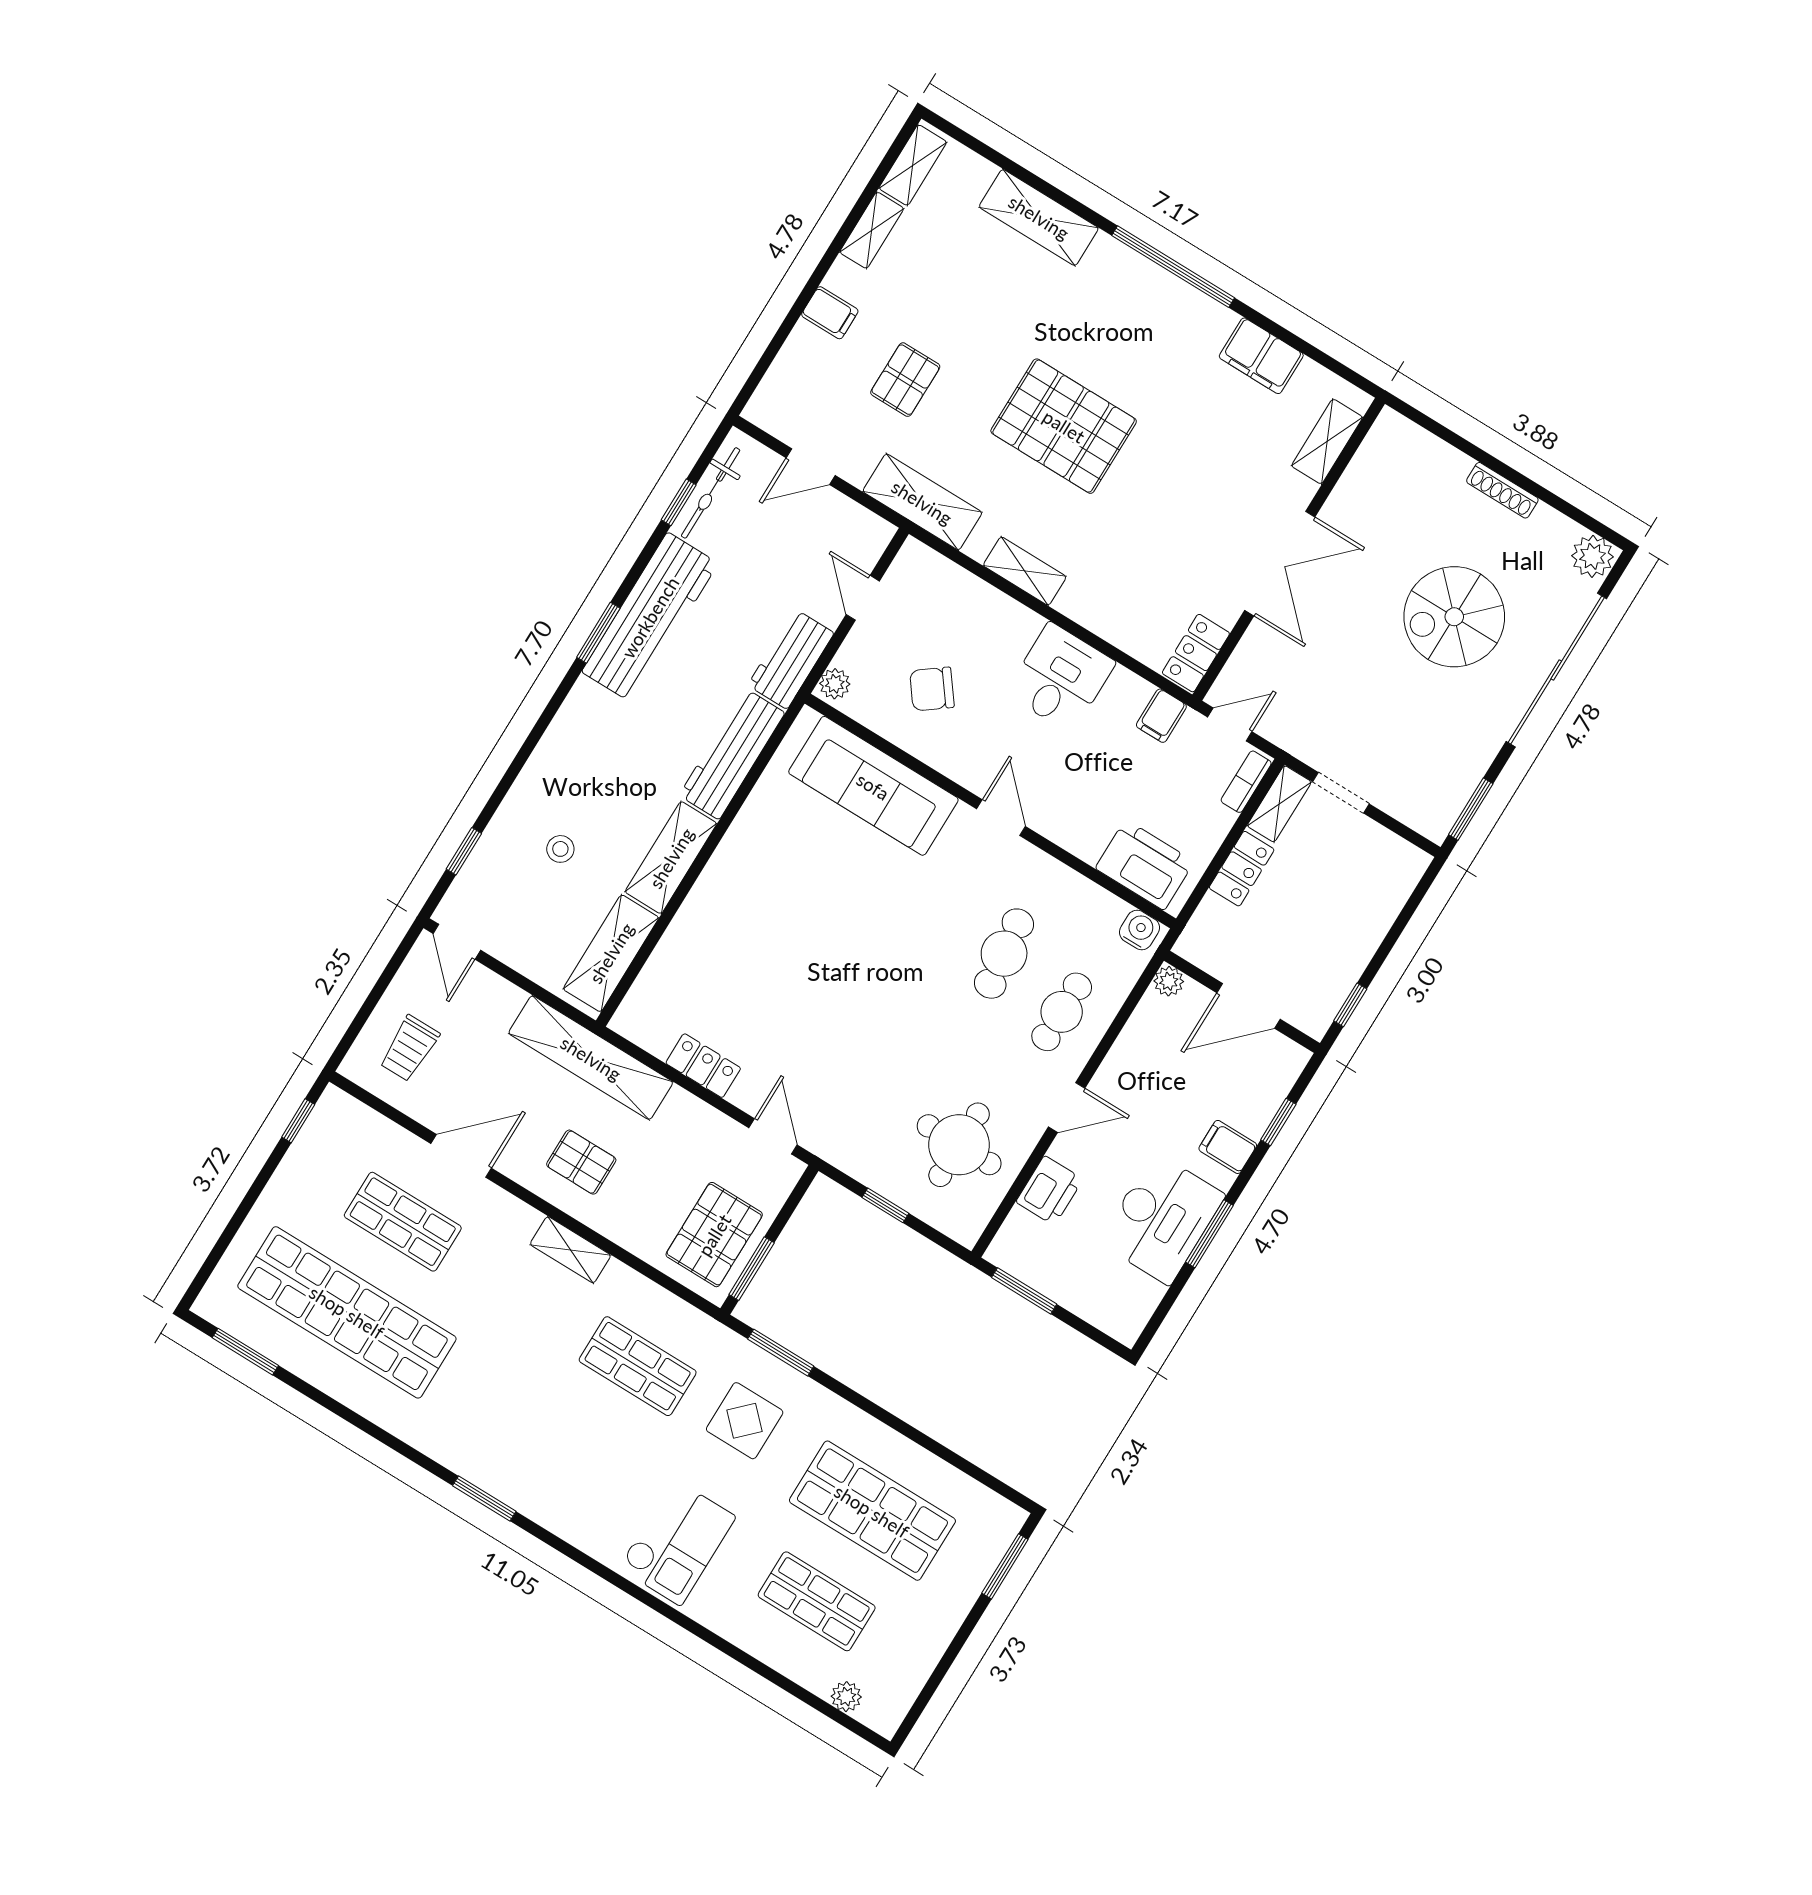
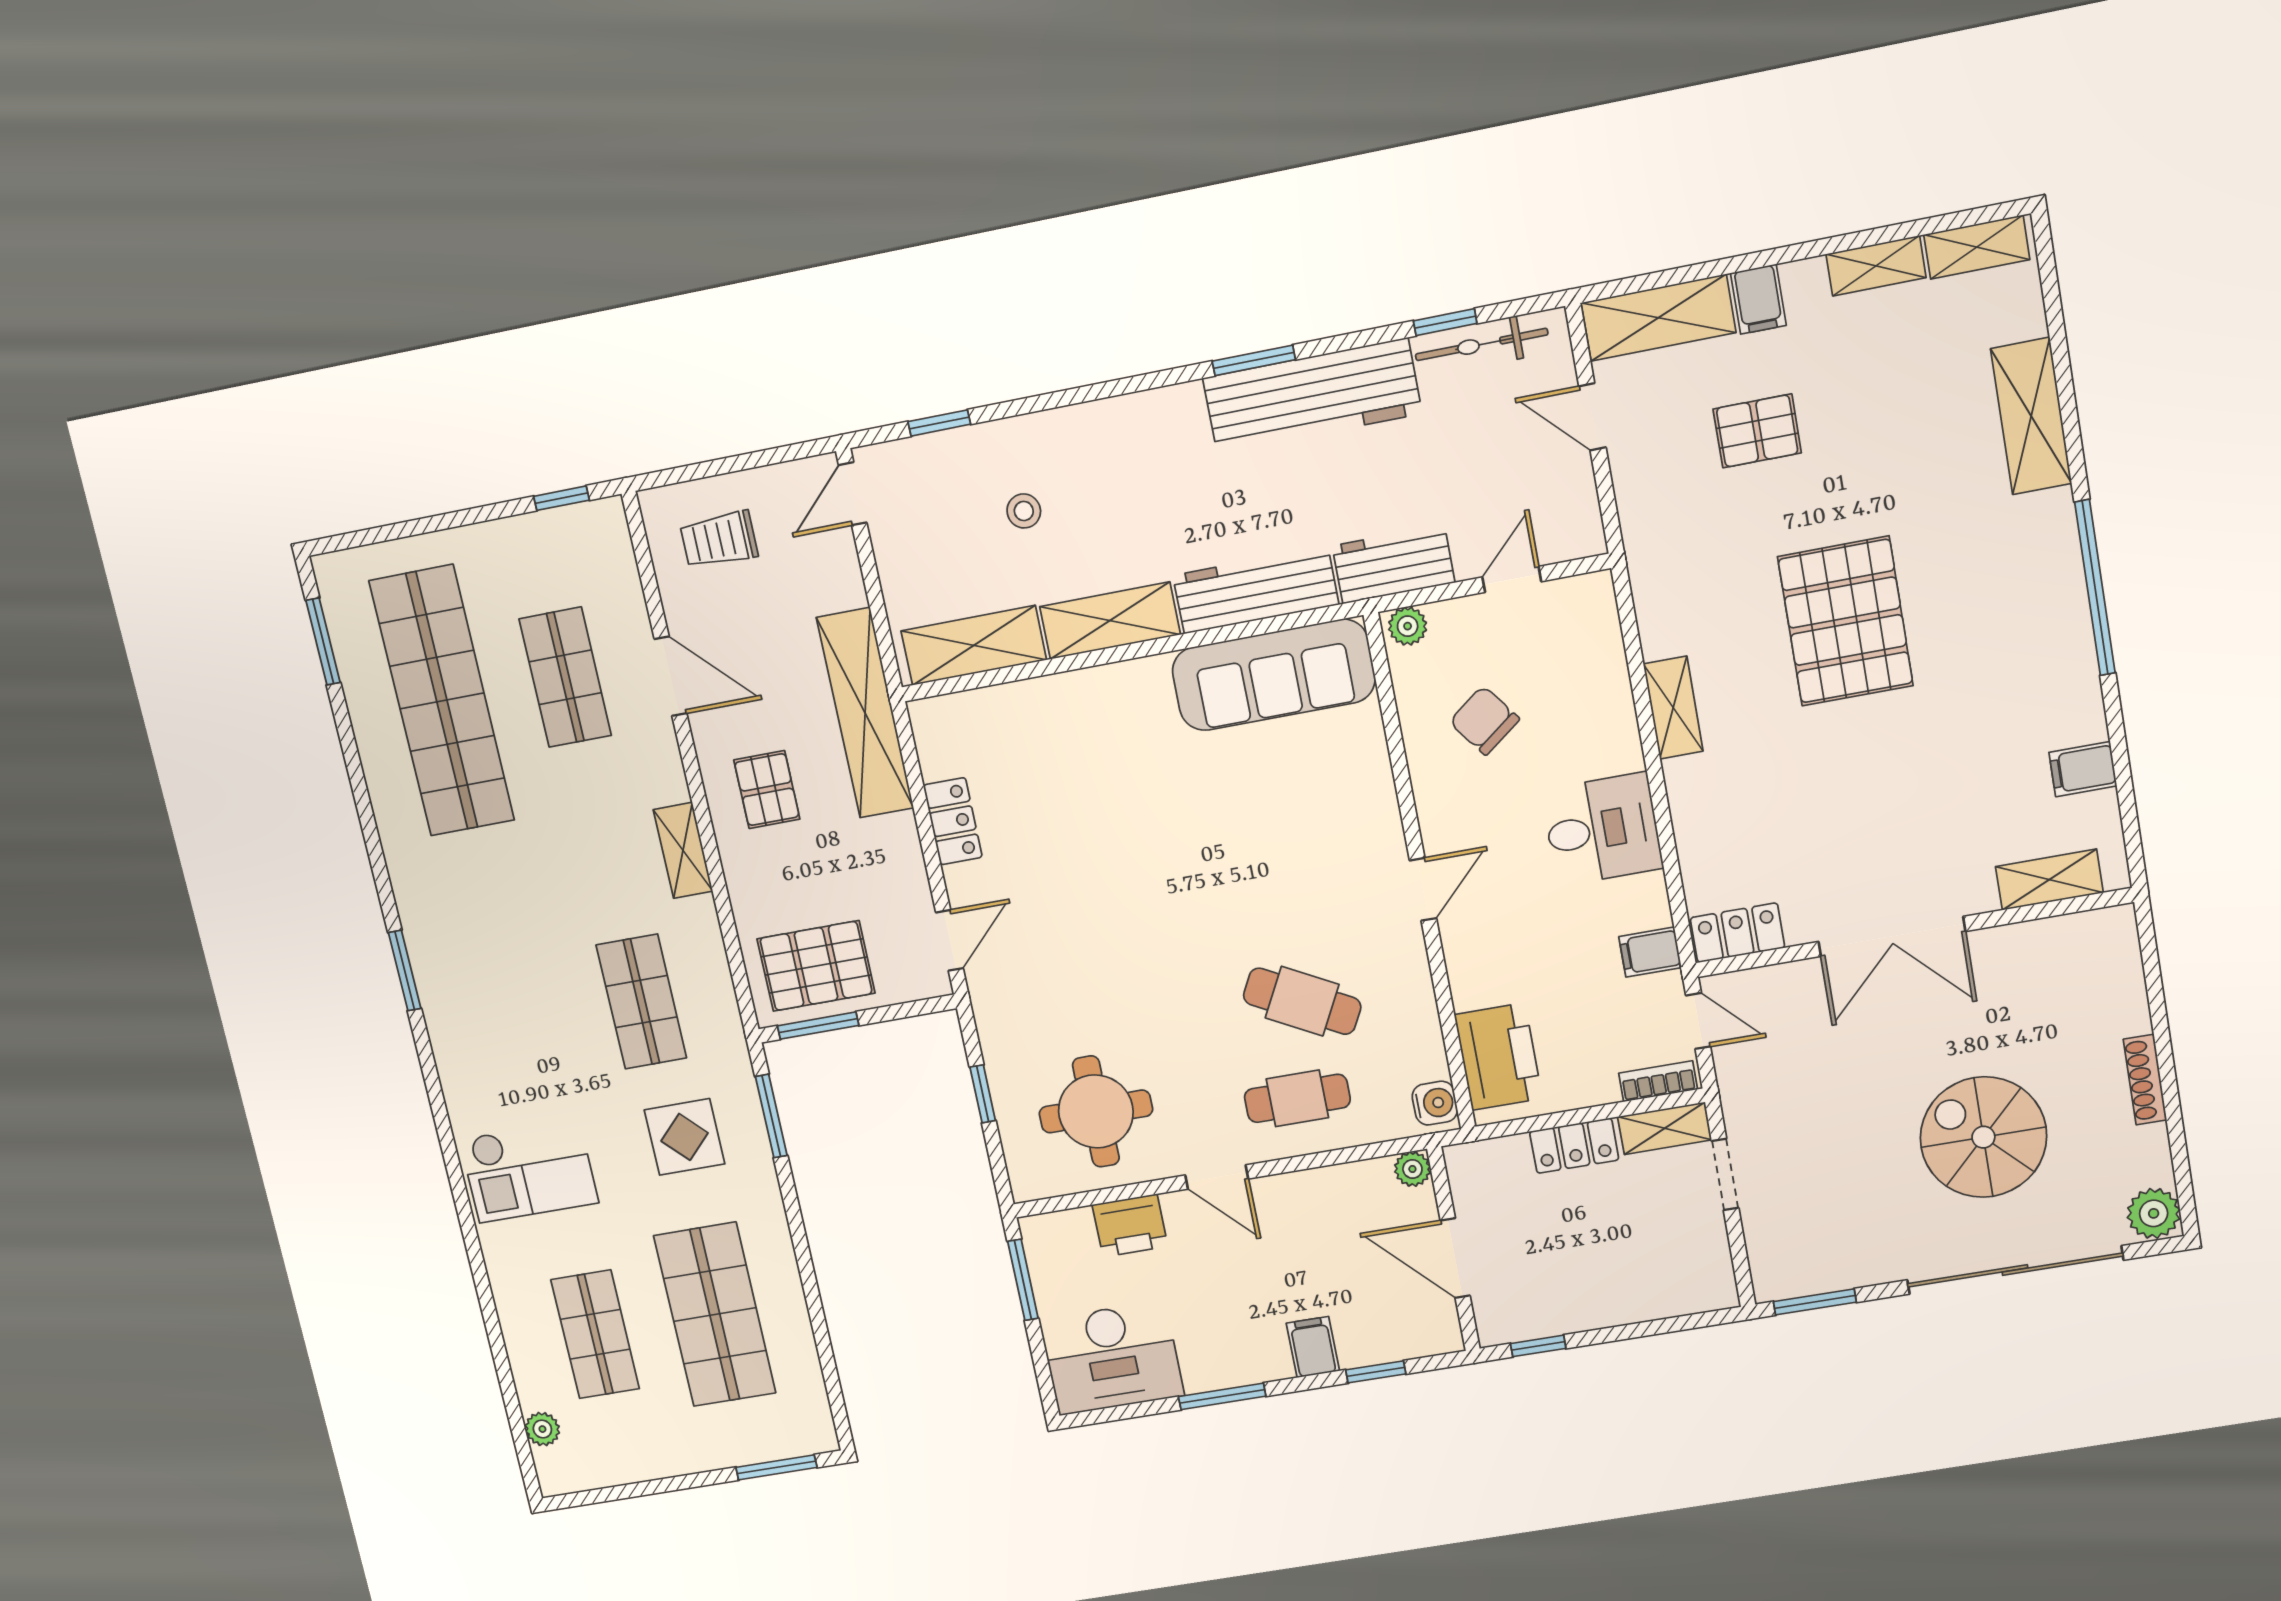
filing cabinet: (1261, 356) -> (2083, 769), width x0.50
shelving: (922, 502) -> (1659, 318), moved, turned 90
sofa: (873, 786) -> (1274, 675), moved, turned -90
cafe table: (1004, 954) -> (1302, 1001), turned 35
desk: (1162, 1219) -> (1112, 1358), moved

